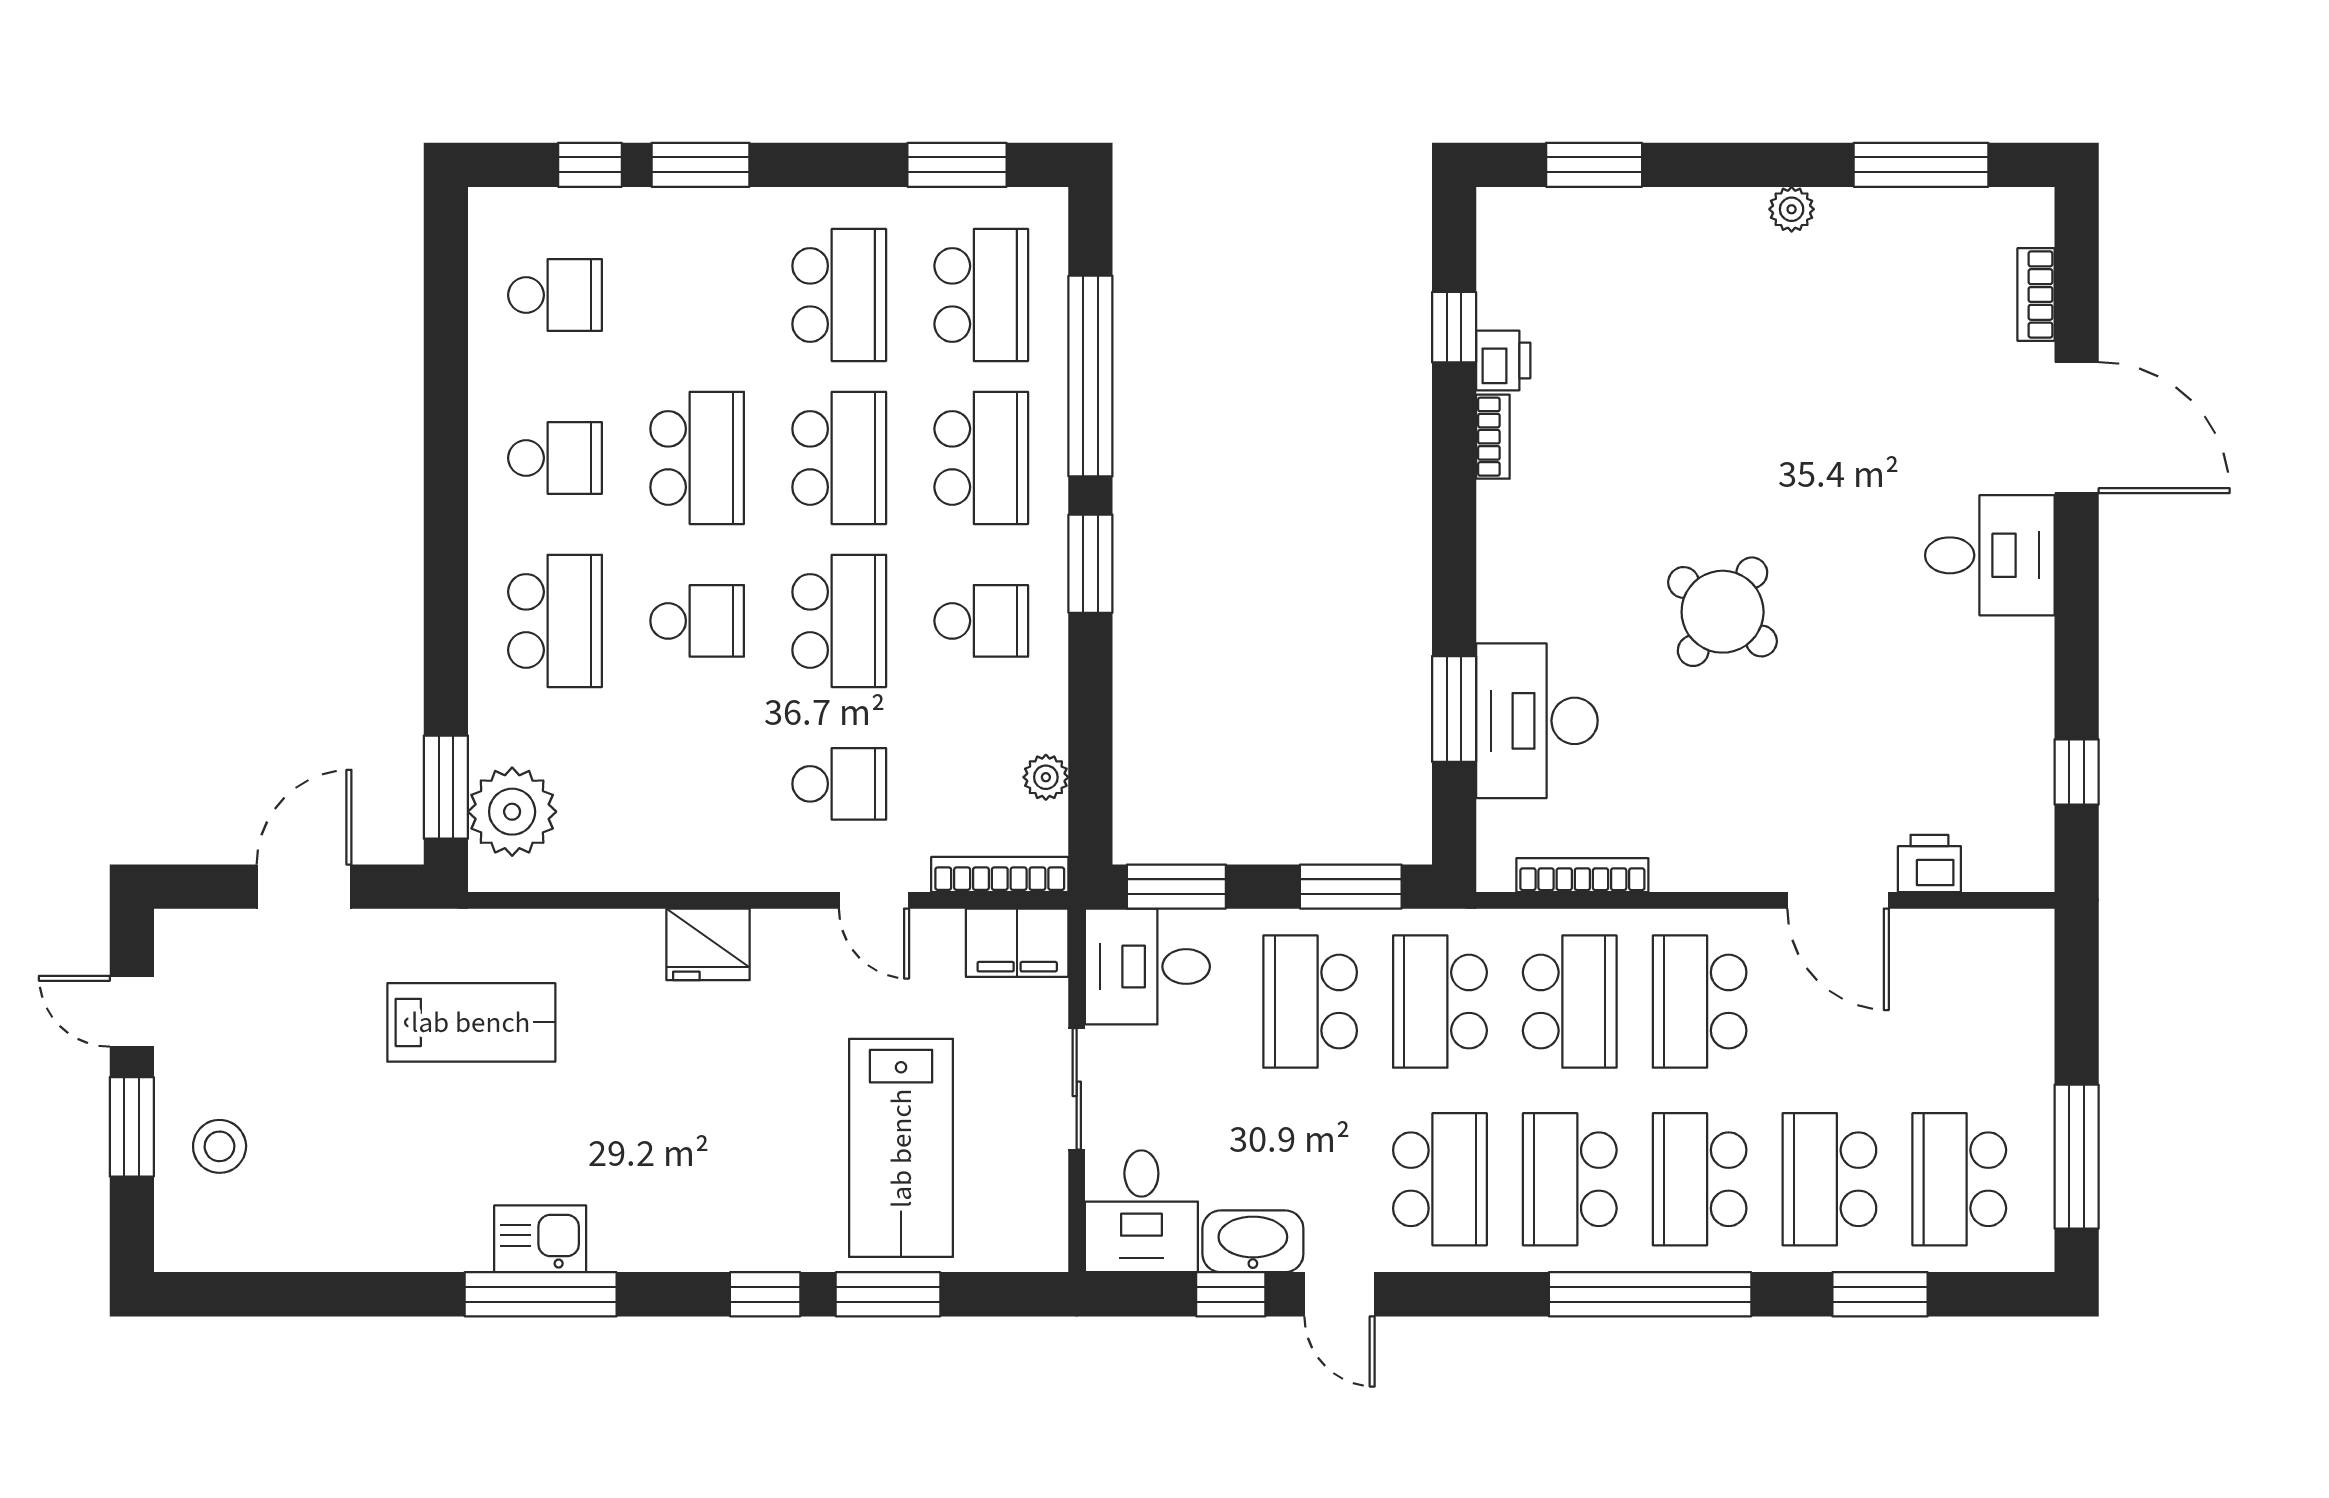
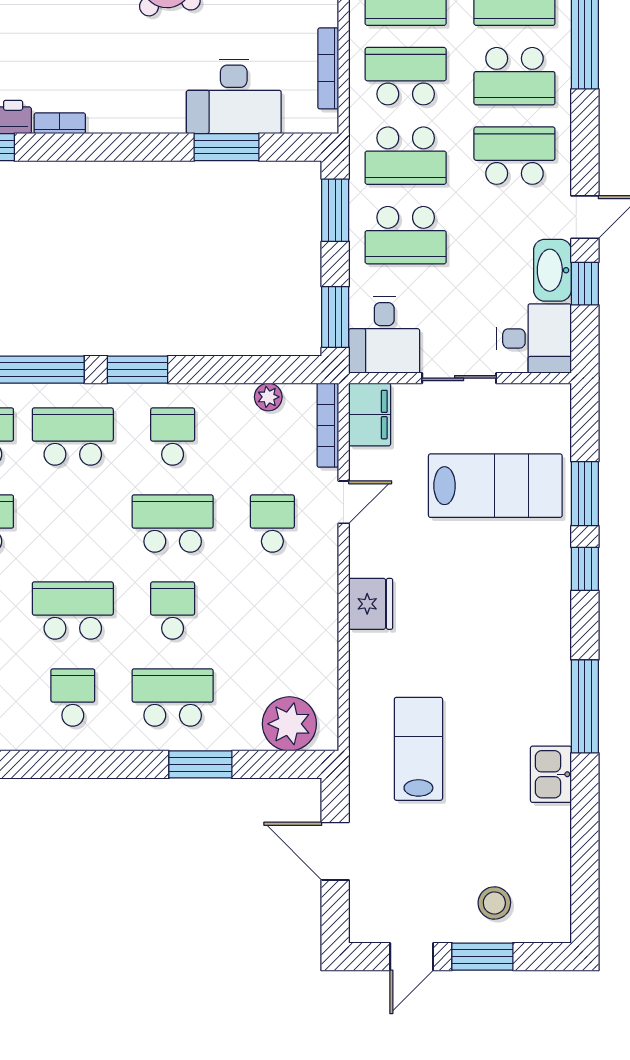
school desk: (839, 458) -> (73, 524), removed
window: (446, 787) -> (200, 764), moved
kitchen sink: (540, 1239) -> (551, 774), moved

